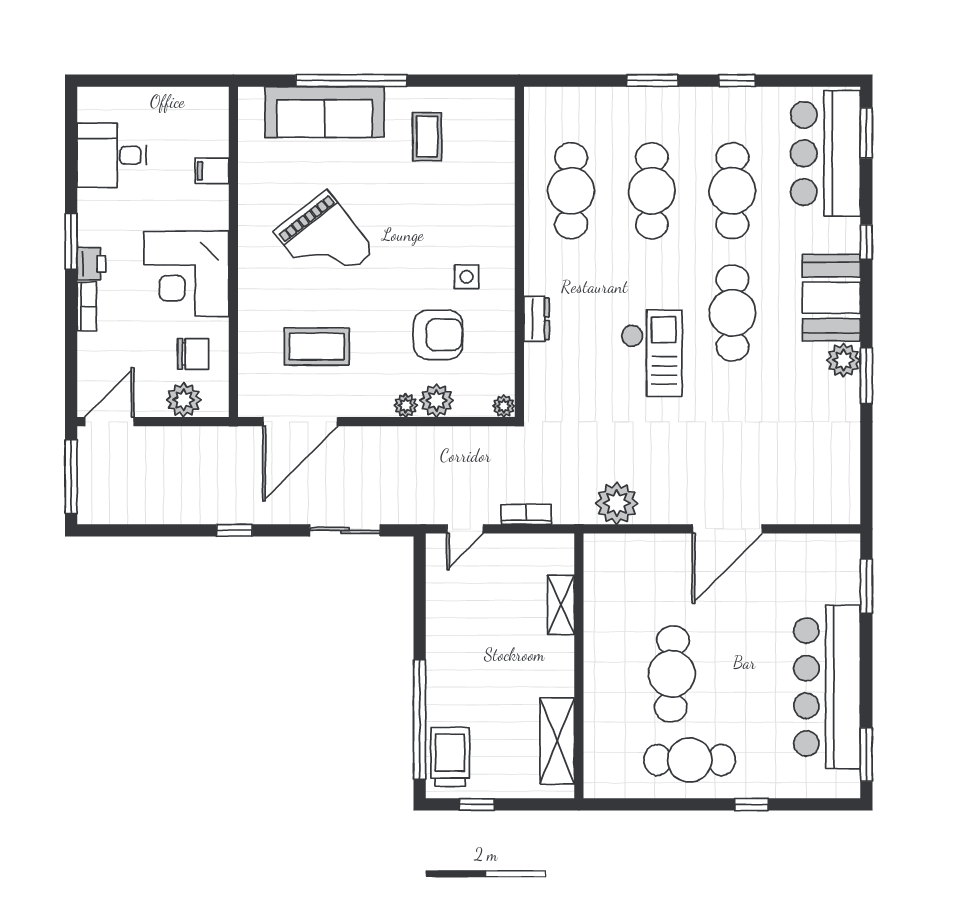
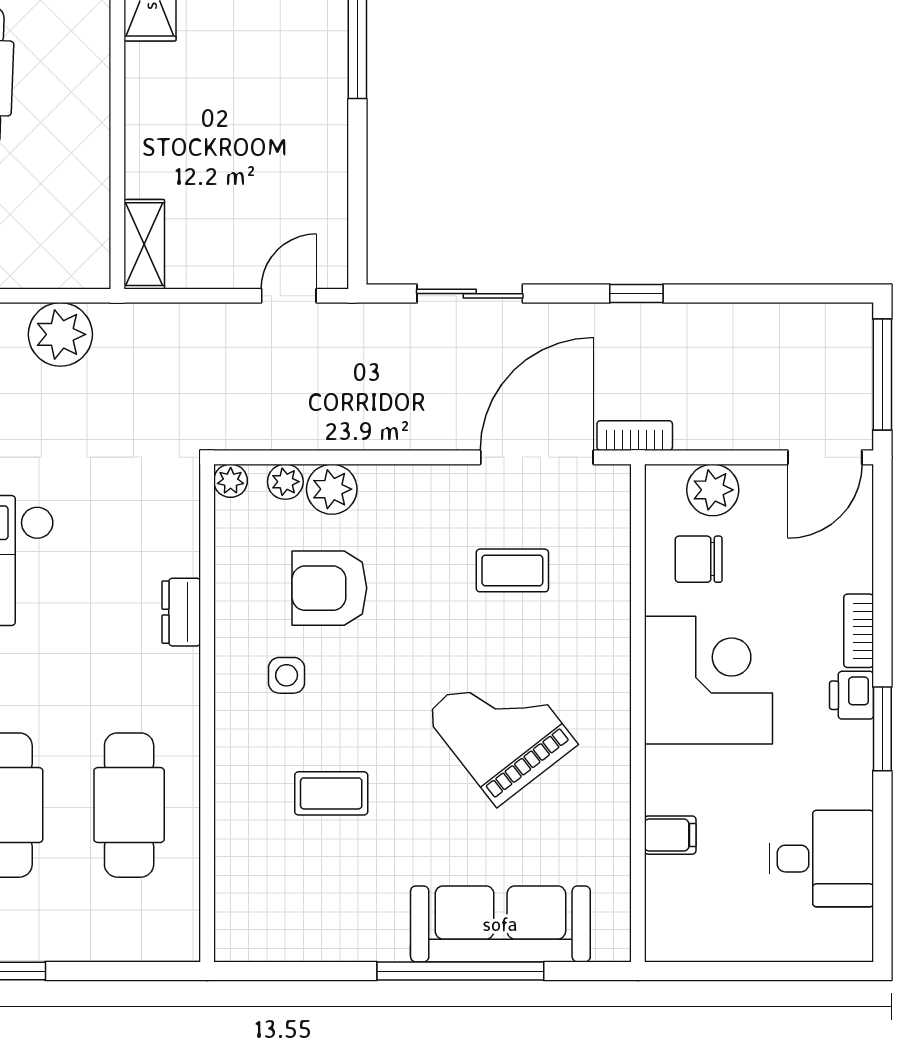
coffee table: (427, 137) -> (331, 793), moved, turned 90
coffee table: (317, 346) -> (512, 570), width x0.73, depth x0.77
plant: (406, 405) -> (285, 482), moved
bookcase: (526, 514) -> (635, 436), moved, turned 180
shelving: (561, 605) -> (144, 244), moved

